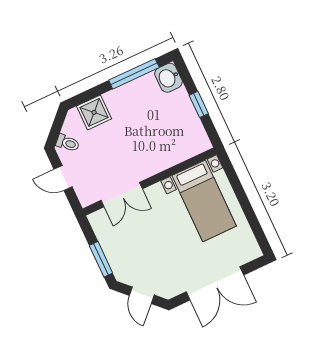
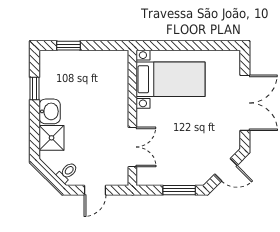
window: (134, 74) -> (34, 89), width x0.46
washbasin: (168, 78) -> (50, 111), moved, turned -90
window: (199, 104) -> (68, 46), moved

